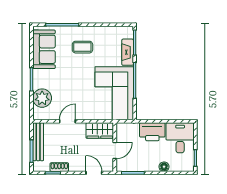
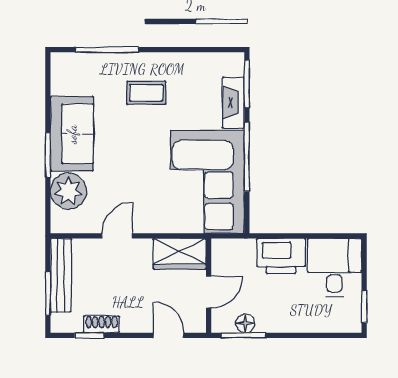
sofa: (44, 49) -> (72, 134), moved
floor lamp: (164, 167) -> (245, 323), moved

